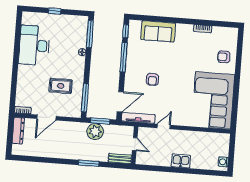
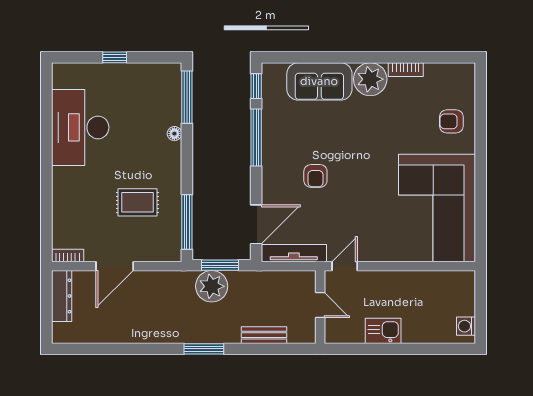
plant: (184, 32) -> (370, 79), added
door: (135, 144) -> (320, 305), moved
wall: (135, 145) -> (320, 307), moved

